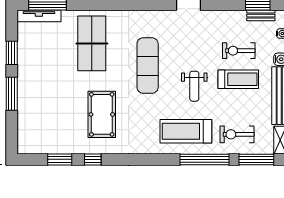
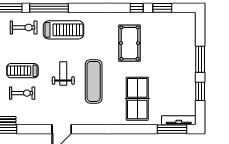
weight bench: (194, 86) -> (63, 73), moved

